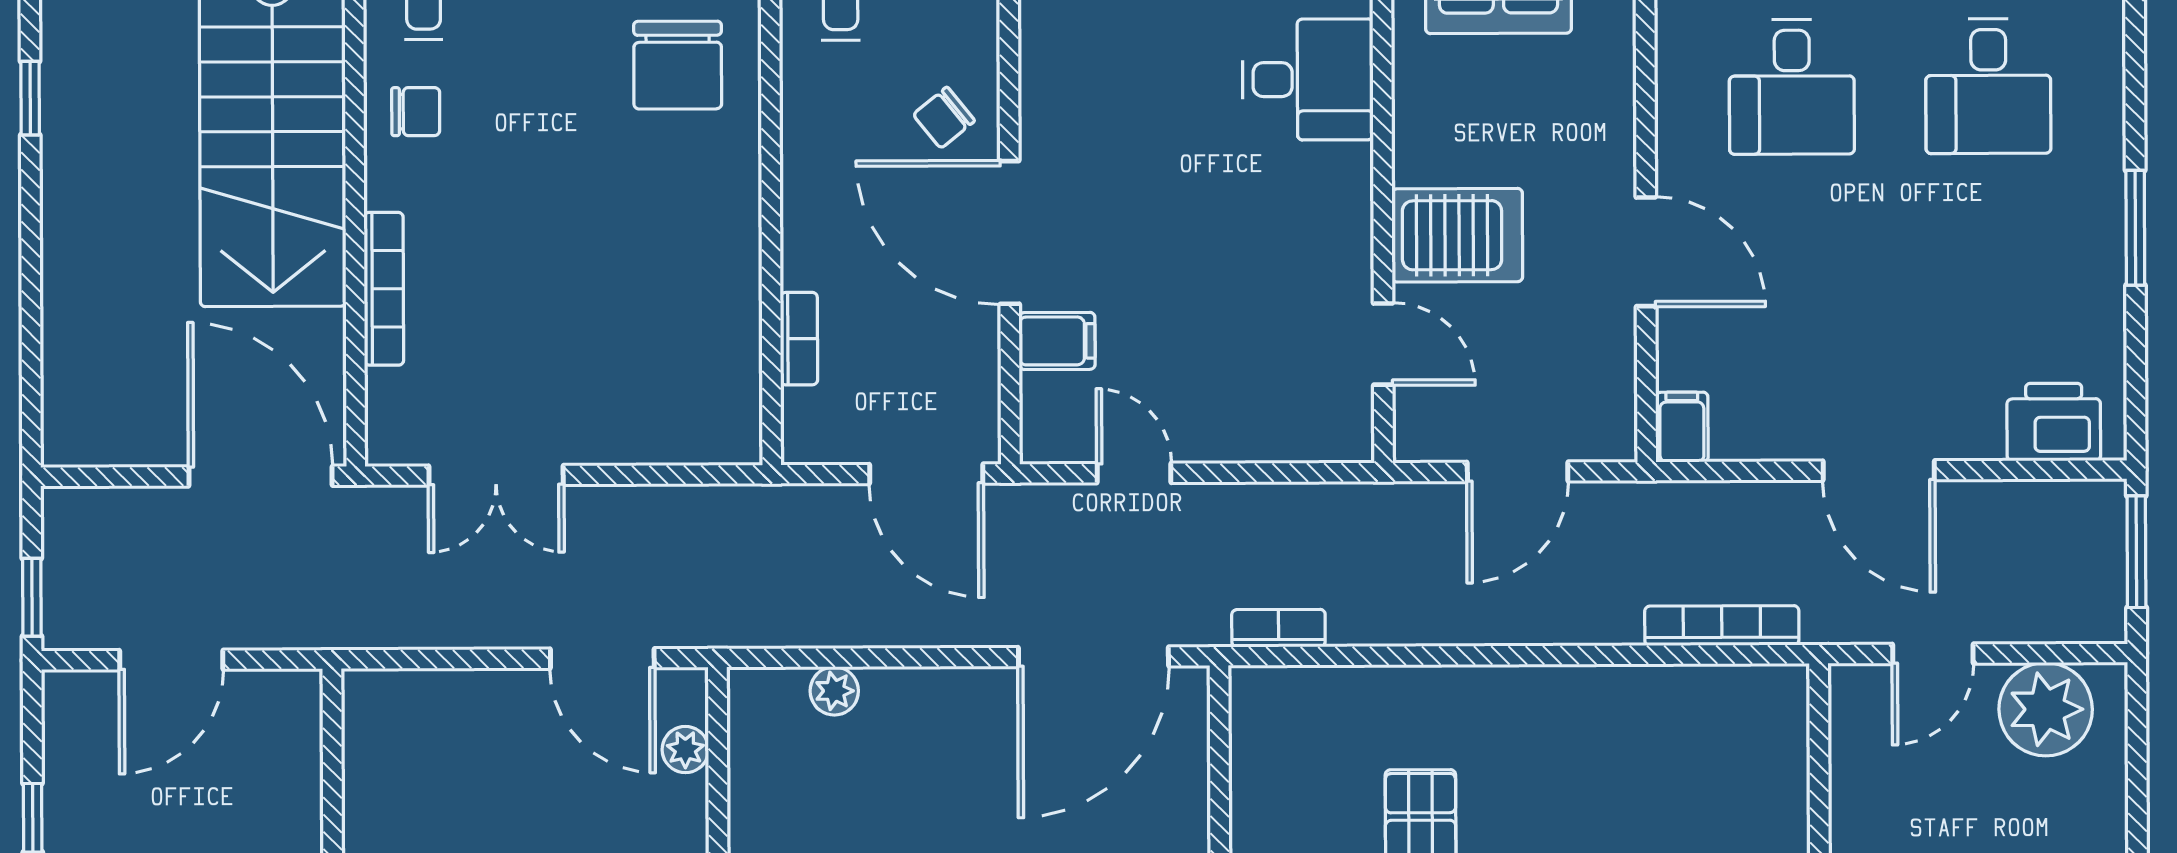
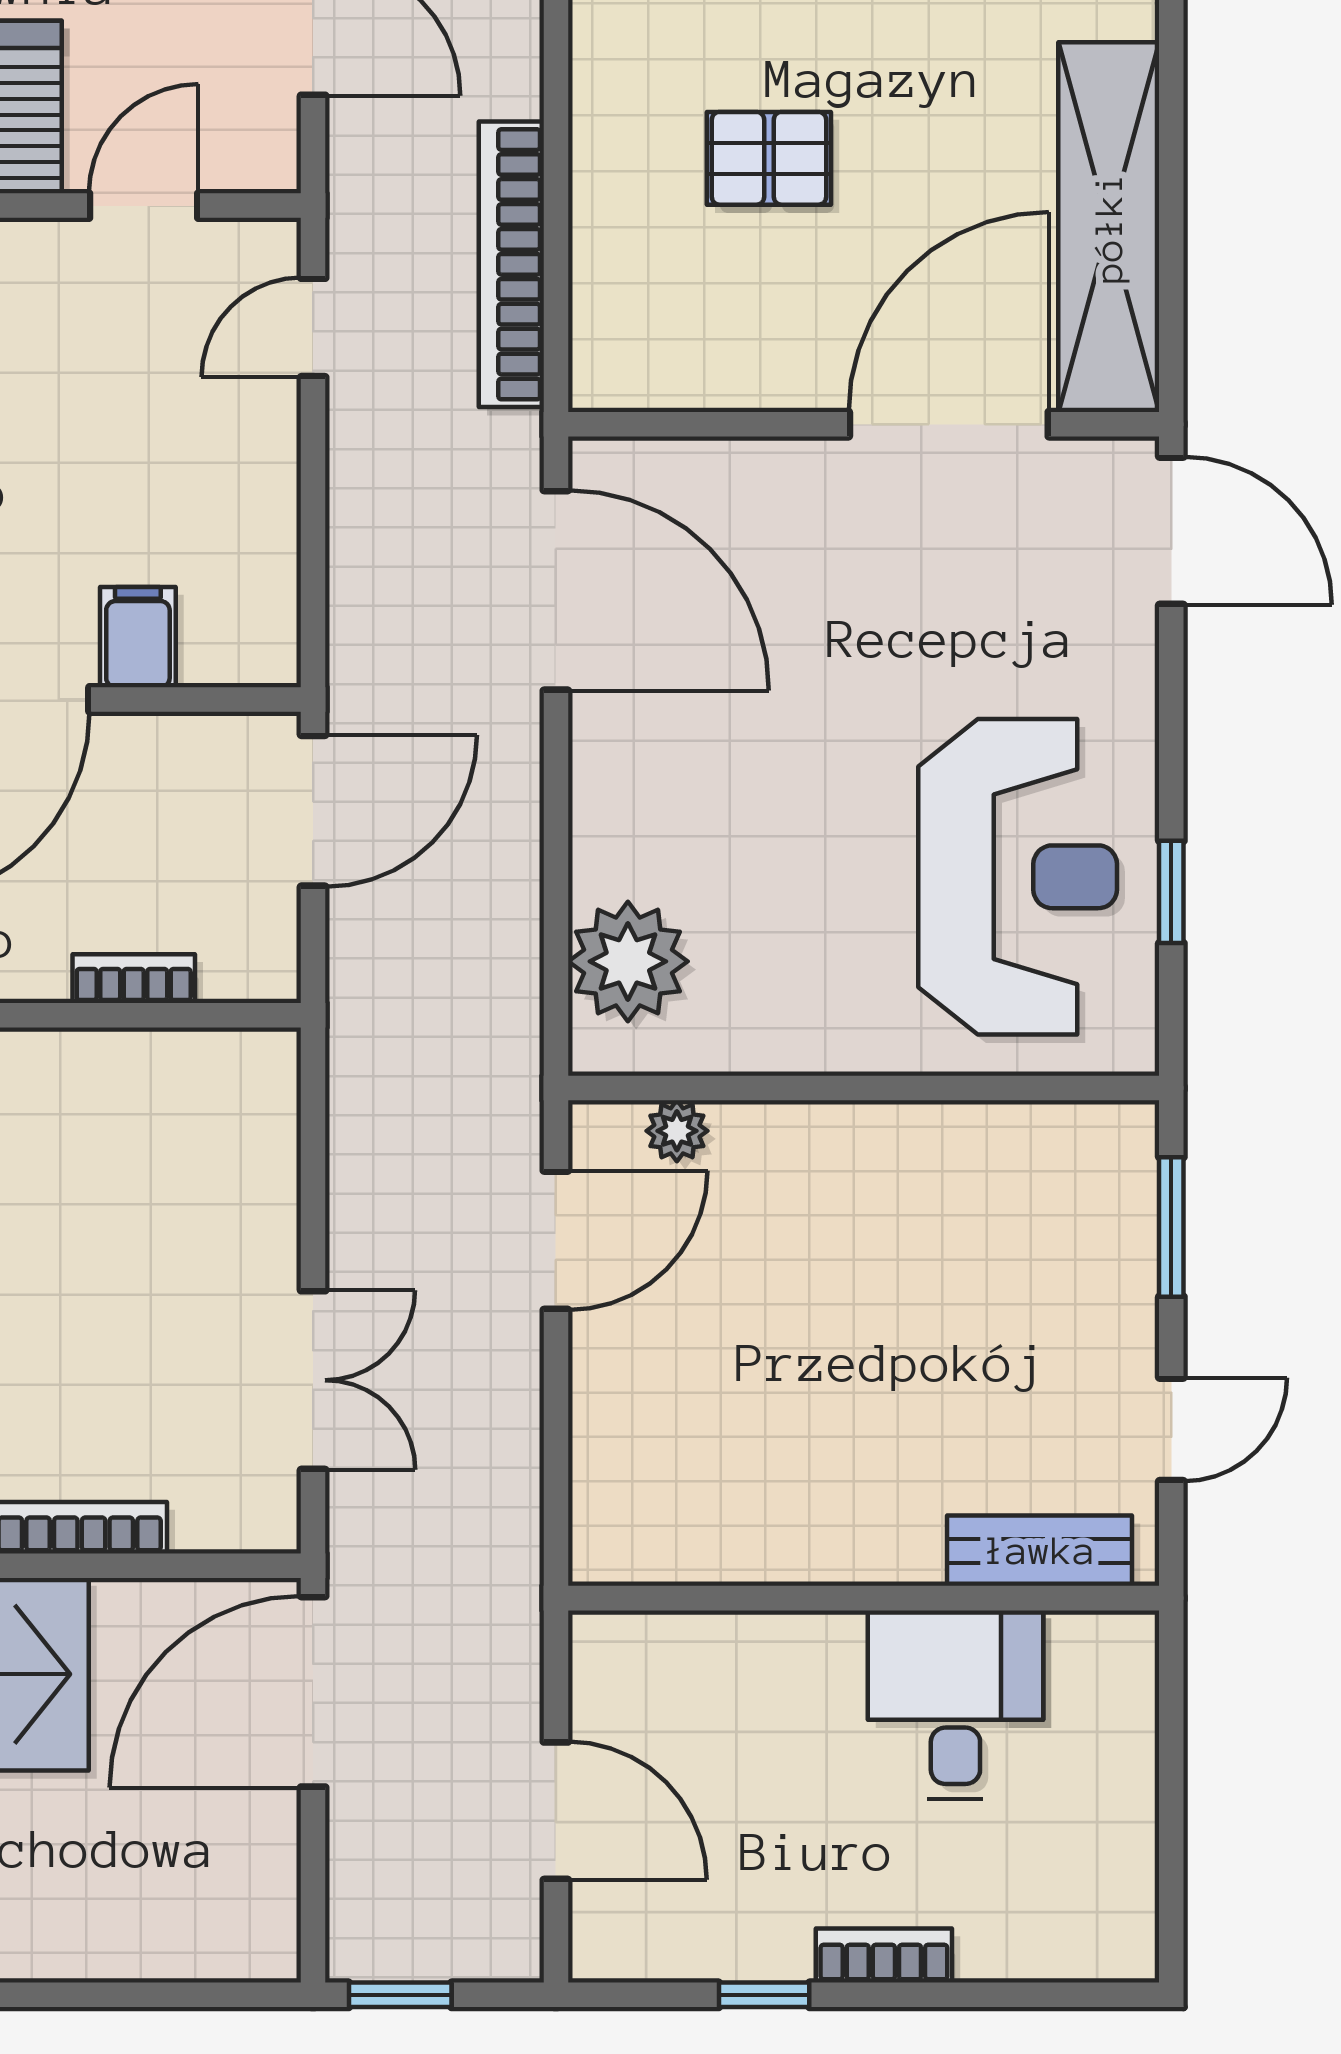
door: (1134, 473) -> (313, 327), moved
window: (32, 597) -> (400, 1995), moved
bookcase: (1278, 628) -> (511, 264), width x2.31, depth x1.31
plant: (834, 691) -> (628, 961), width x1.87, depth x1.87

